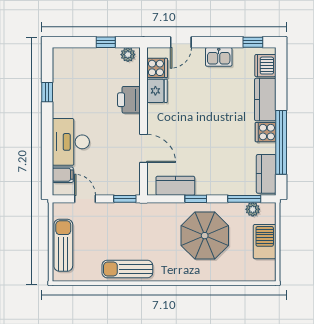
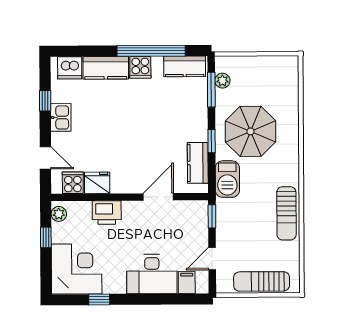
window: (253, 42) -> (45, 101), moved
corner desk: (76, 71) -> (77, 269), added
barbecue: (265, 242) -> (227, 179), moved, turned -90

